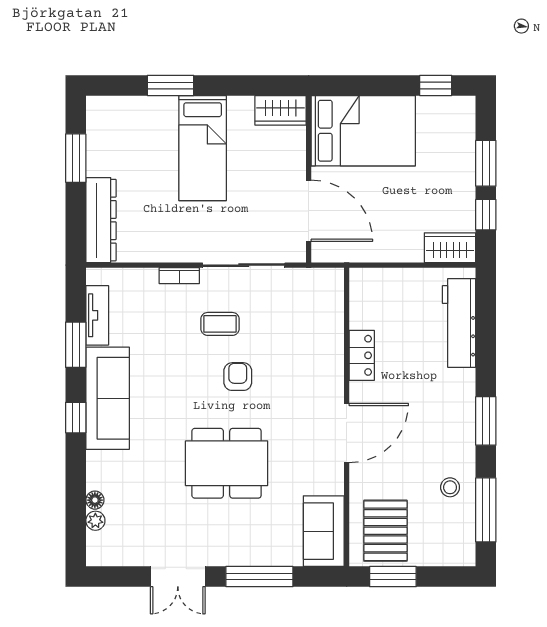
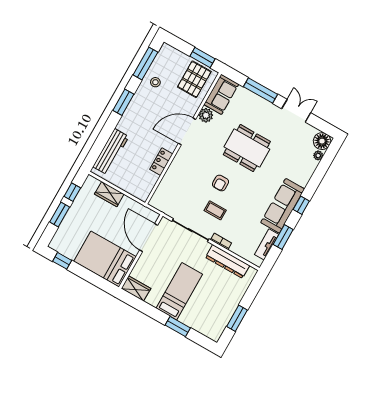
dresser: (101, 220) -> (227, 261), moved, turned -90
wardrobe: (450, 248) -> (109, 194), moved
plant: (330, 480) -> (206, 115), added
floor lamp: (95, 500) -> (322, 141), moved, width x1.89, depth x1.89

